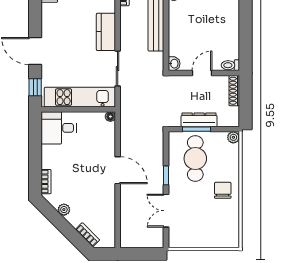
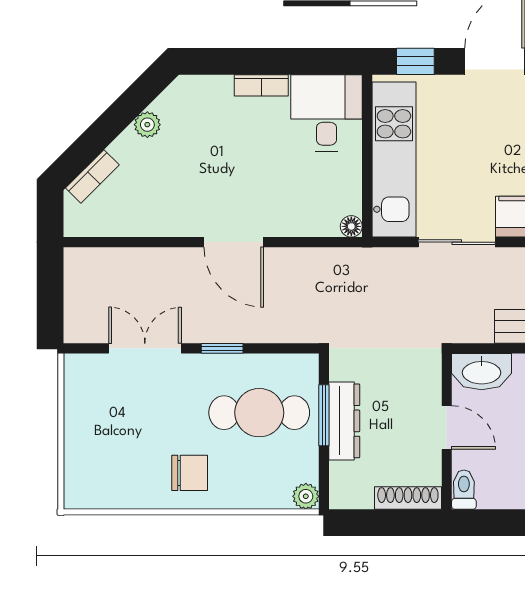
washbasin: (174, 64) -> (482, 372), width x1.91, depth x1.45
door: (118, 170) -> (234, 242), hinge flipped
bookcase: (46, 182) -> (261, 85), moved

